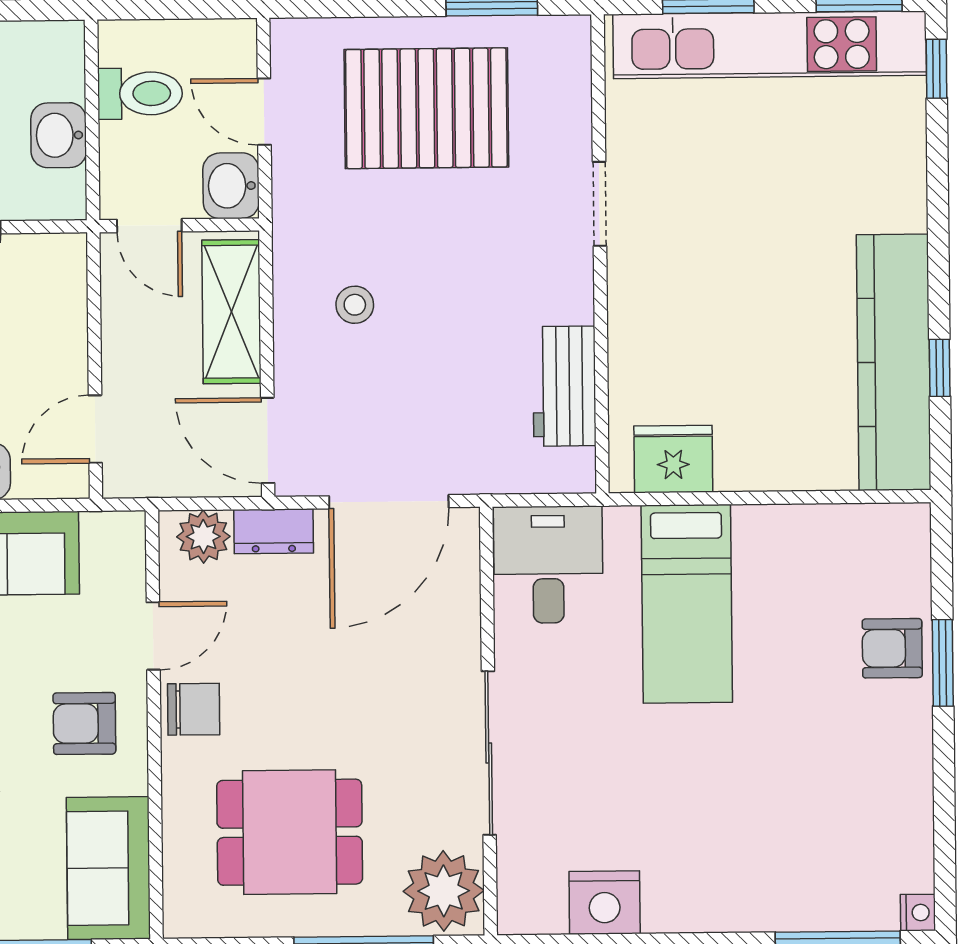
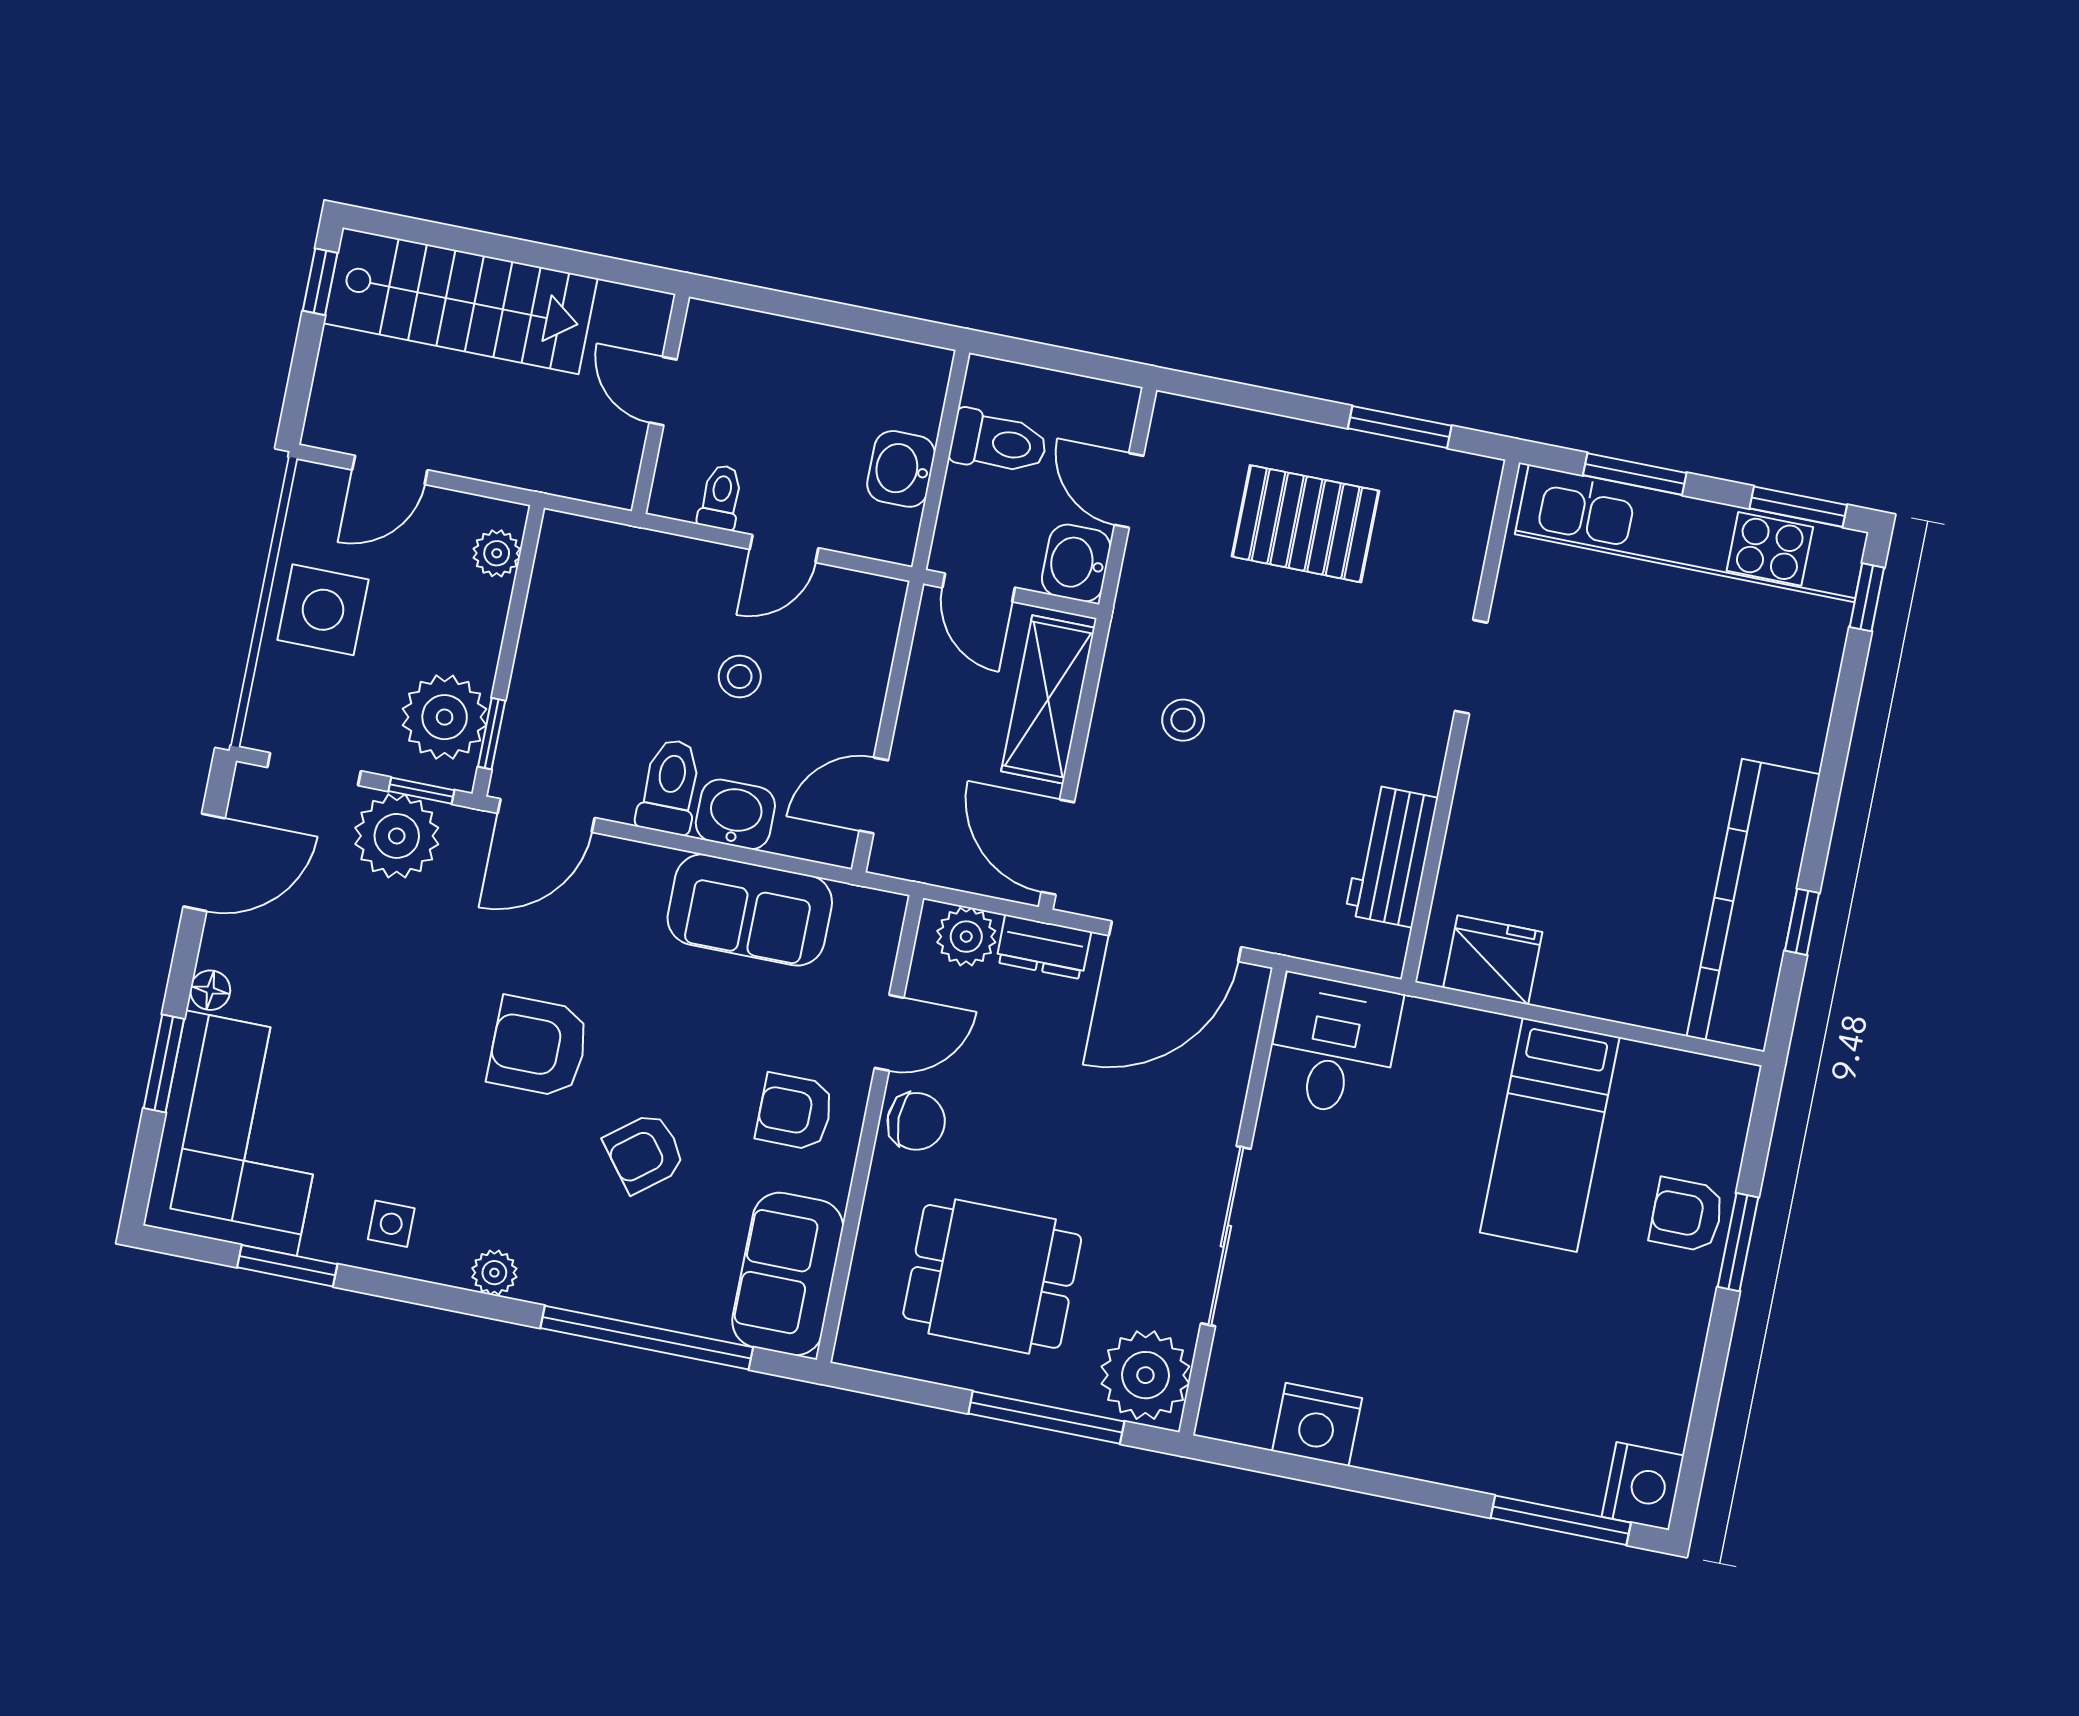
pallet: (426, 108) -> (1306, 524), width x0.73, depth x0.71
bed: (687, 604) -> (1550, 1135), moved
nightstand: (918, 913) -> (1643, 1486), width x1.89, depth x1.79

